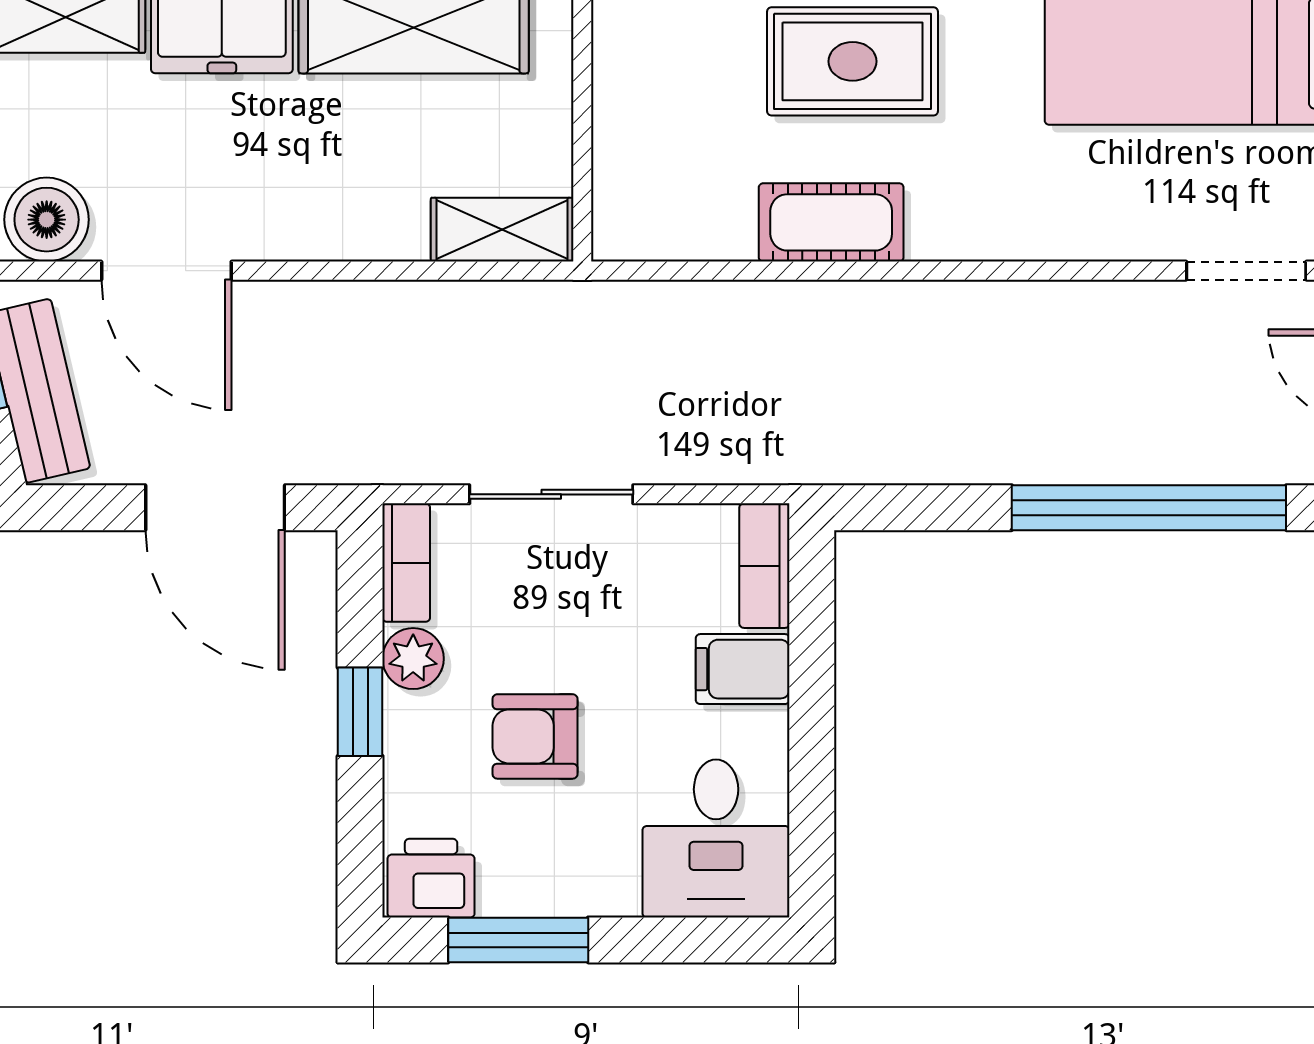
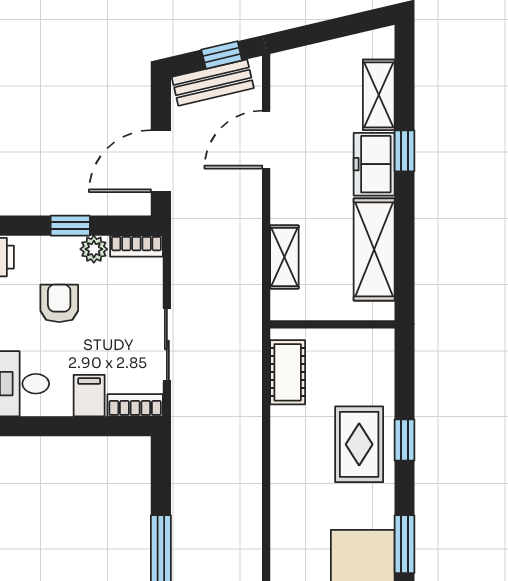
boiler: (47, 220) -> (289, 86), removed
cot: (831, 222) -> (288, 372), moved
shelving: (502, 230) -> (284, 257), moved
sliding door: (551, 494) -> (167, 345), moved

